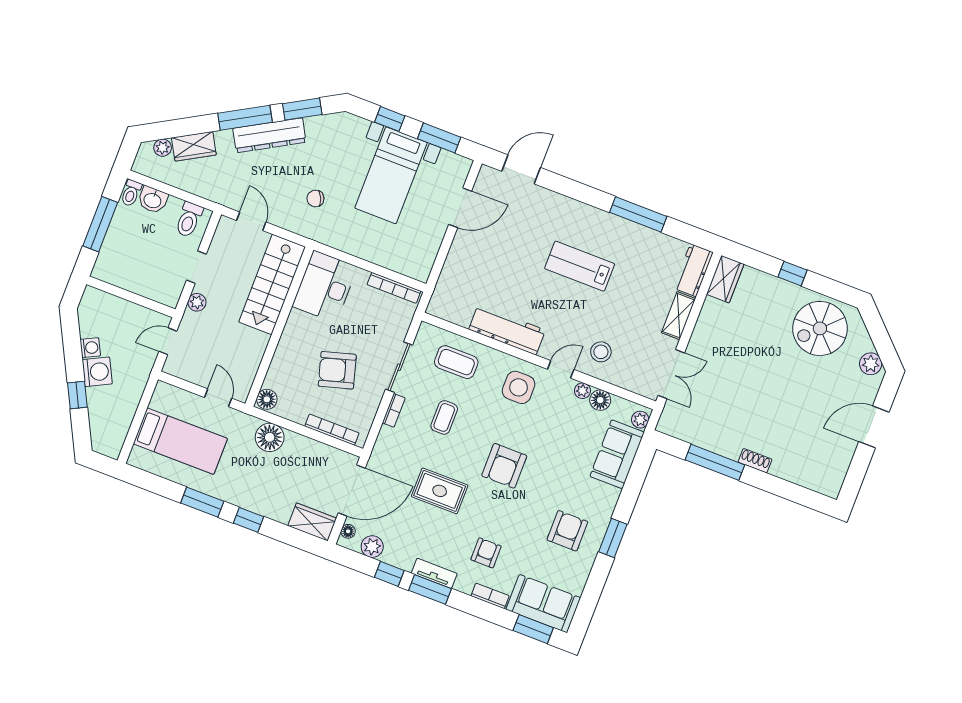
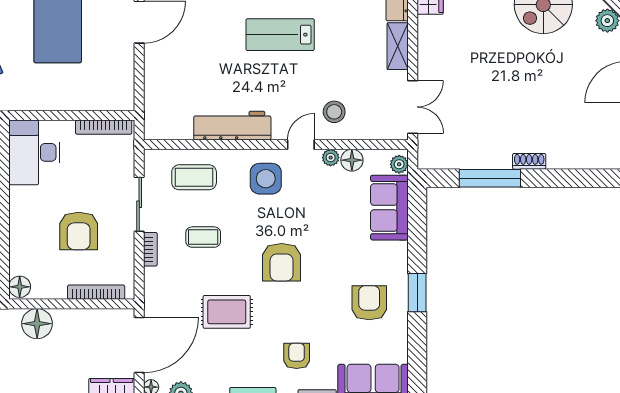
armchair: (337, 370) -> (79, 231), turned -74
coffee table: (444, 417) -> (203, 237), turned 90

